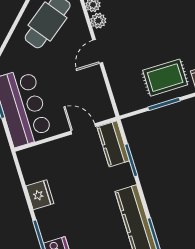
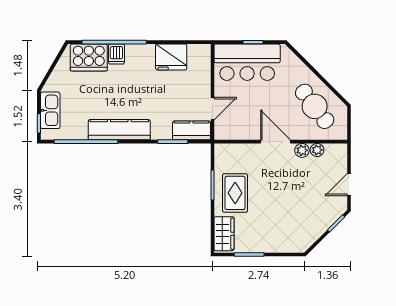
door: (98, 51) -> (276, 142), width x1.38
fridge: (40, 195) -> (171, 57), width x1.36, depth x1.34

